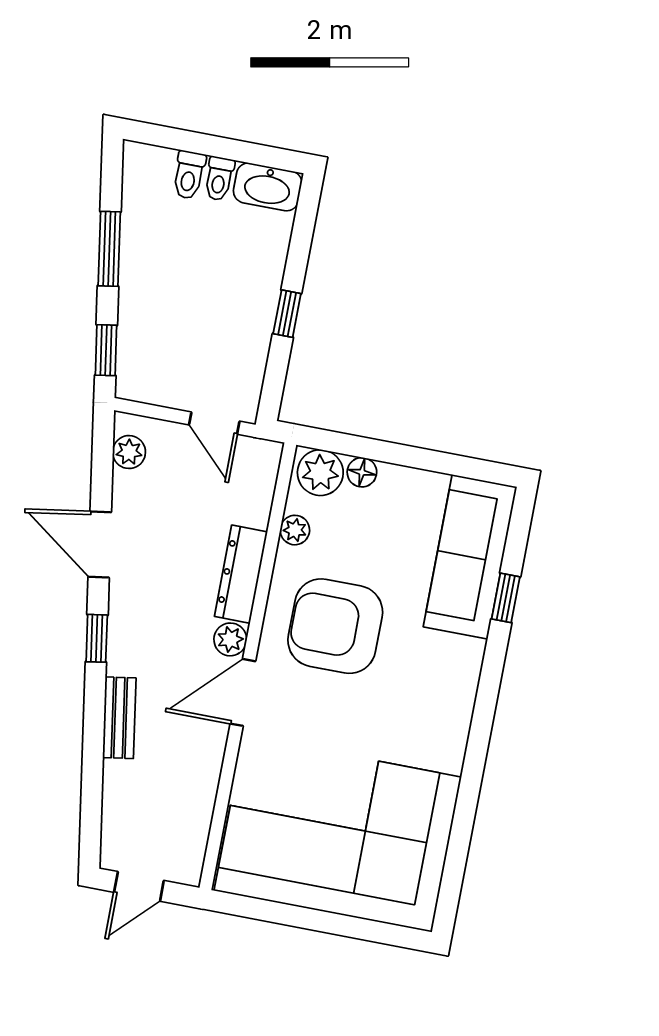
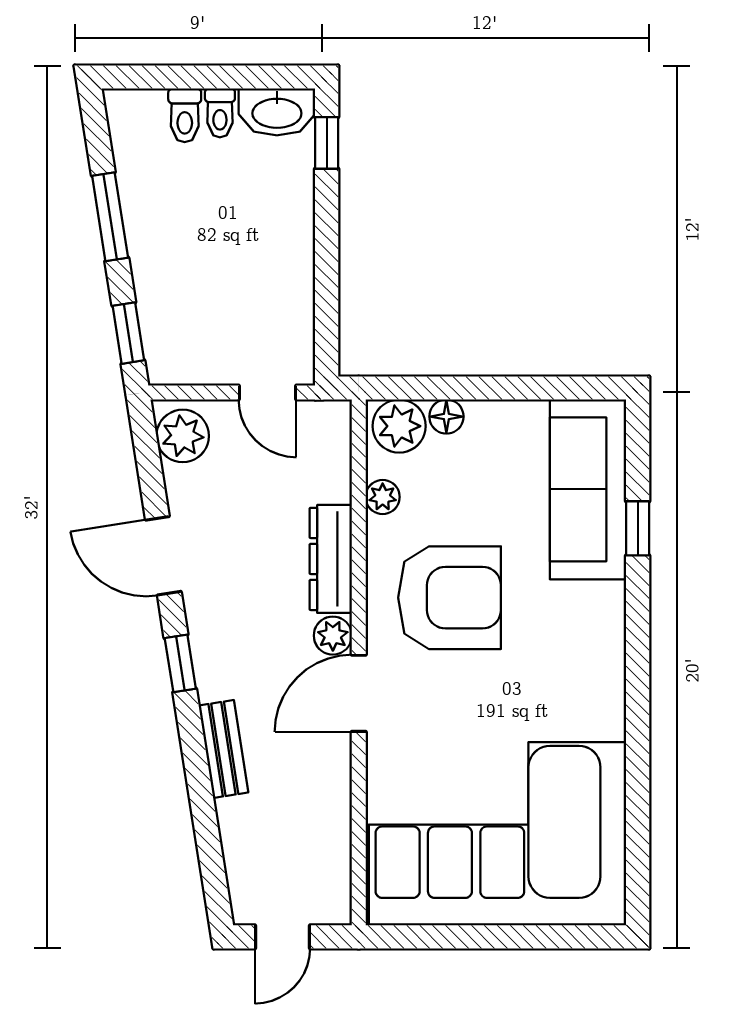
window: (287, 314) -> (327, 143), moved
plant: (129, 452) -> (183, 436), width x1.38, depth x1.38
armchair: (335, 626) -> (450, 598), turned 180

